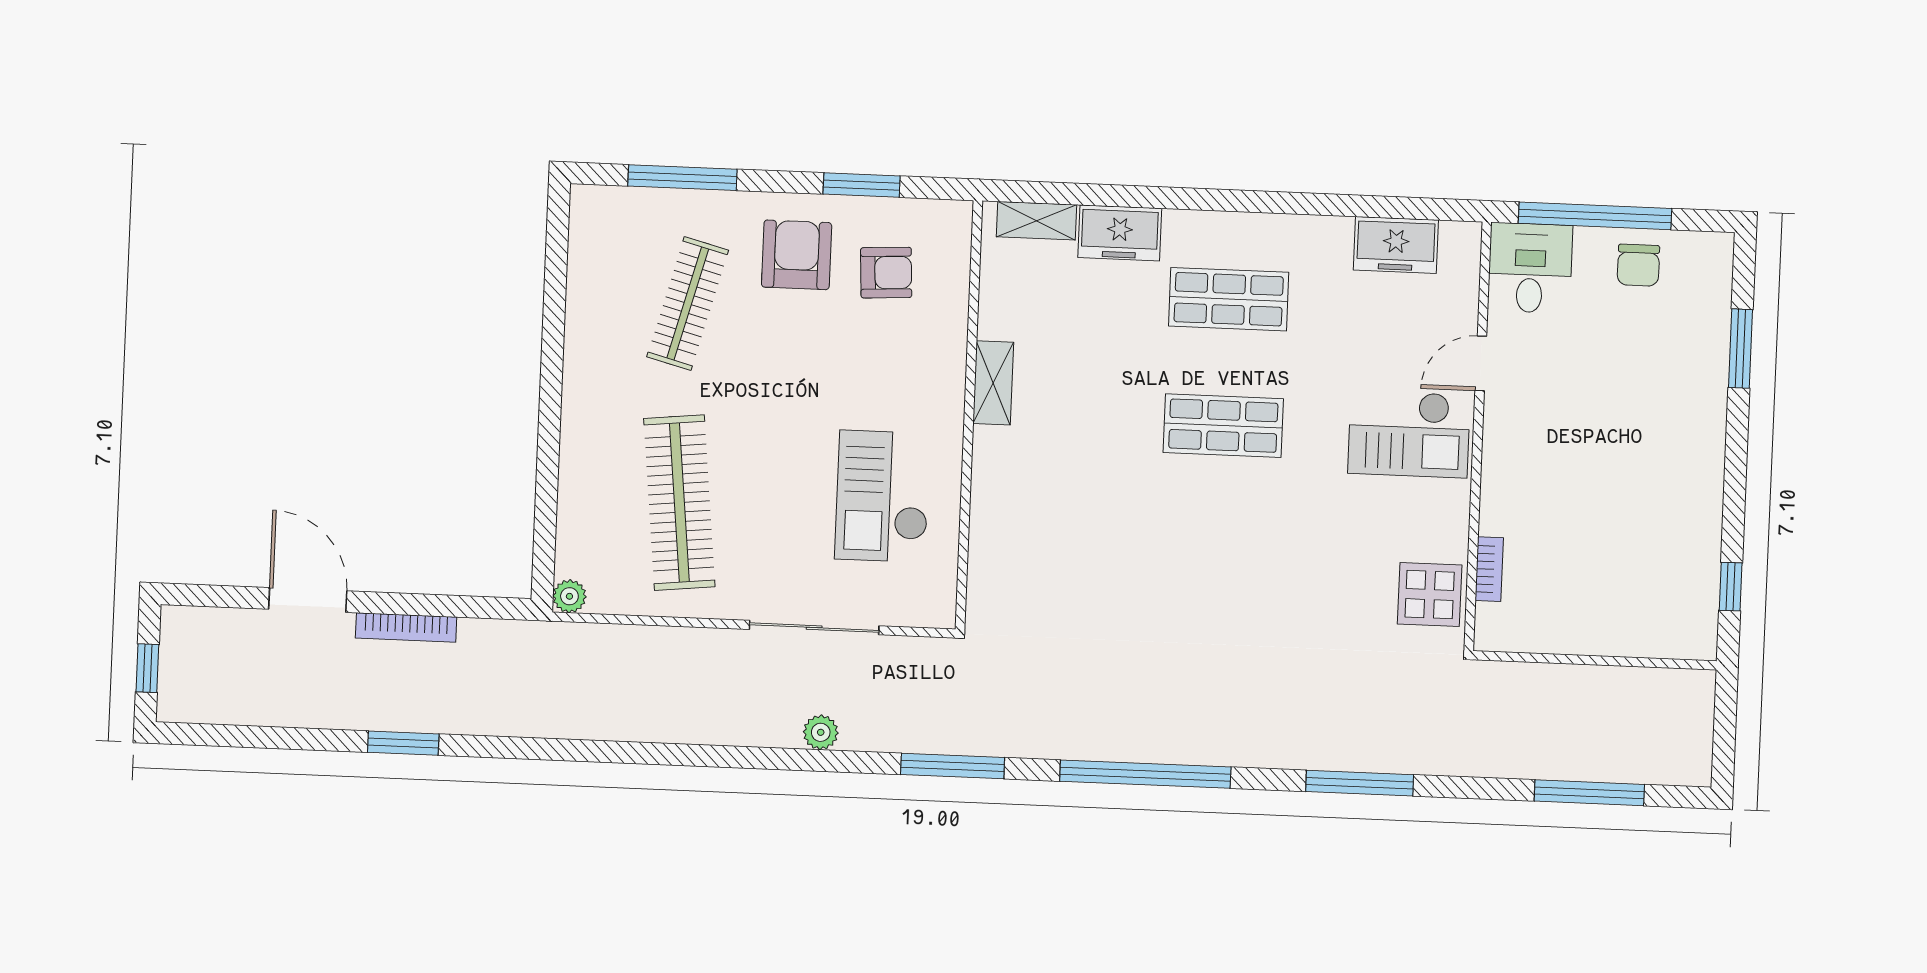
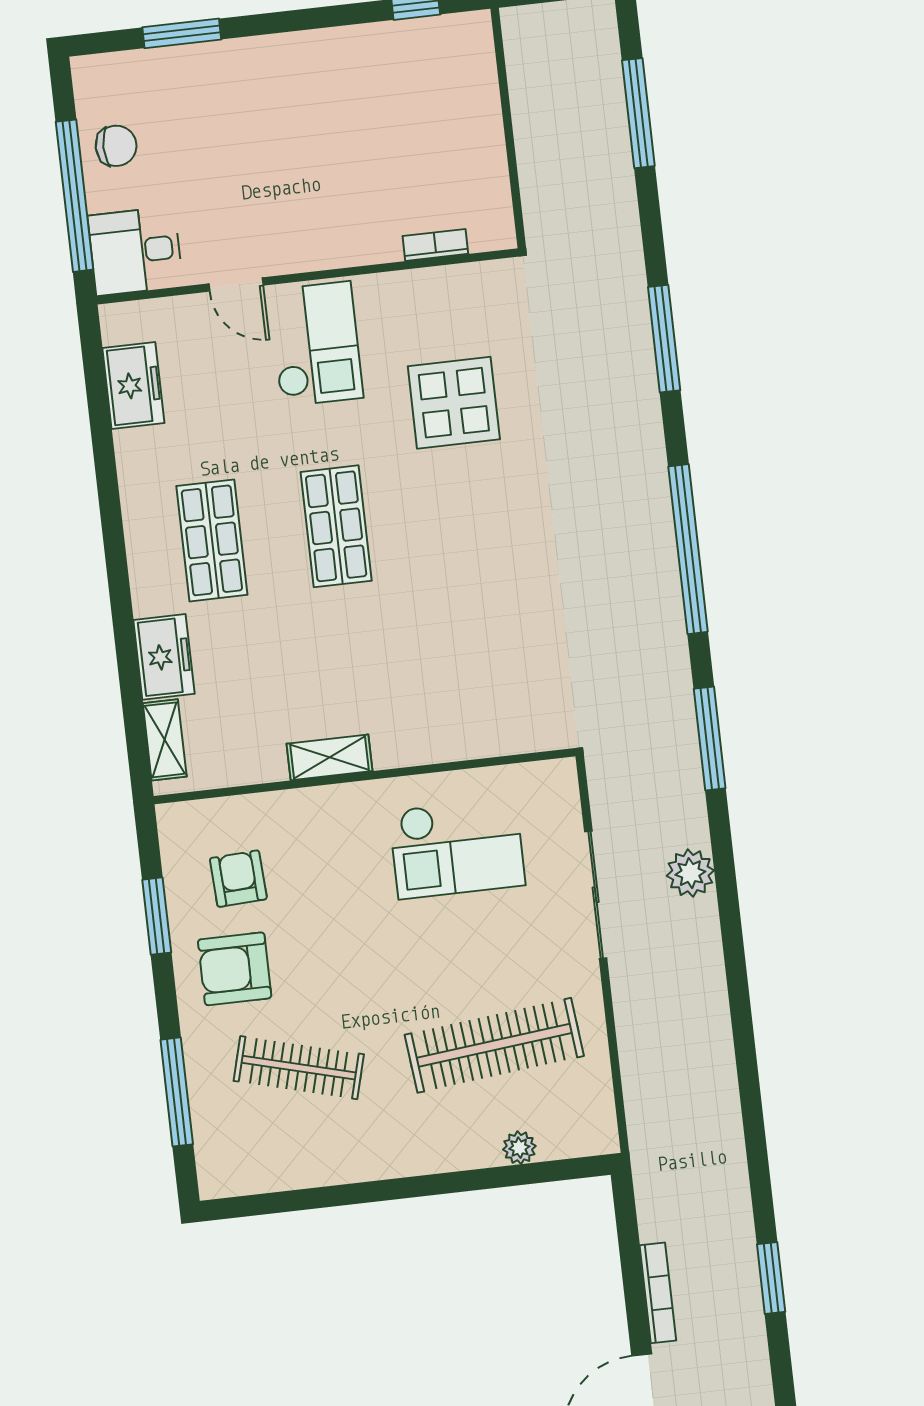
display table: (1430, 595) -> (454, 403), moved, width x1.36, depth x1.36
plant: (569, 596) -> (519, 1148), moved
plant: (821, 732) -> (690, 873), width x1.38, depth x1.38

